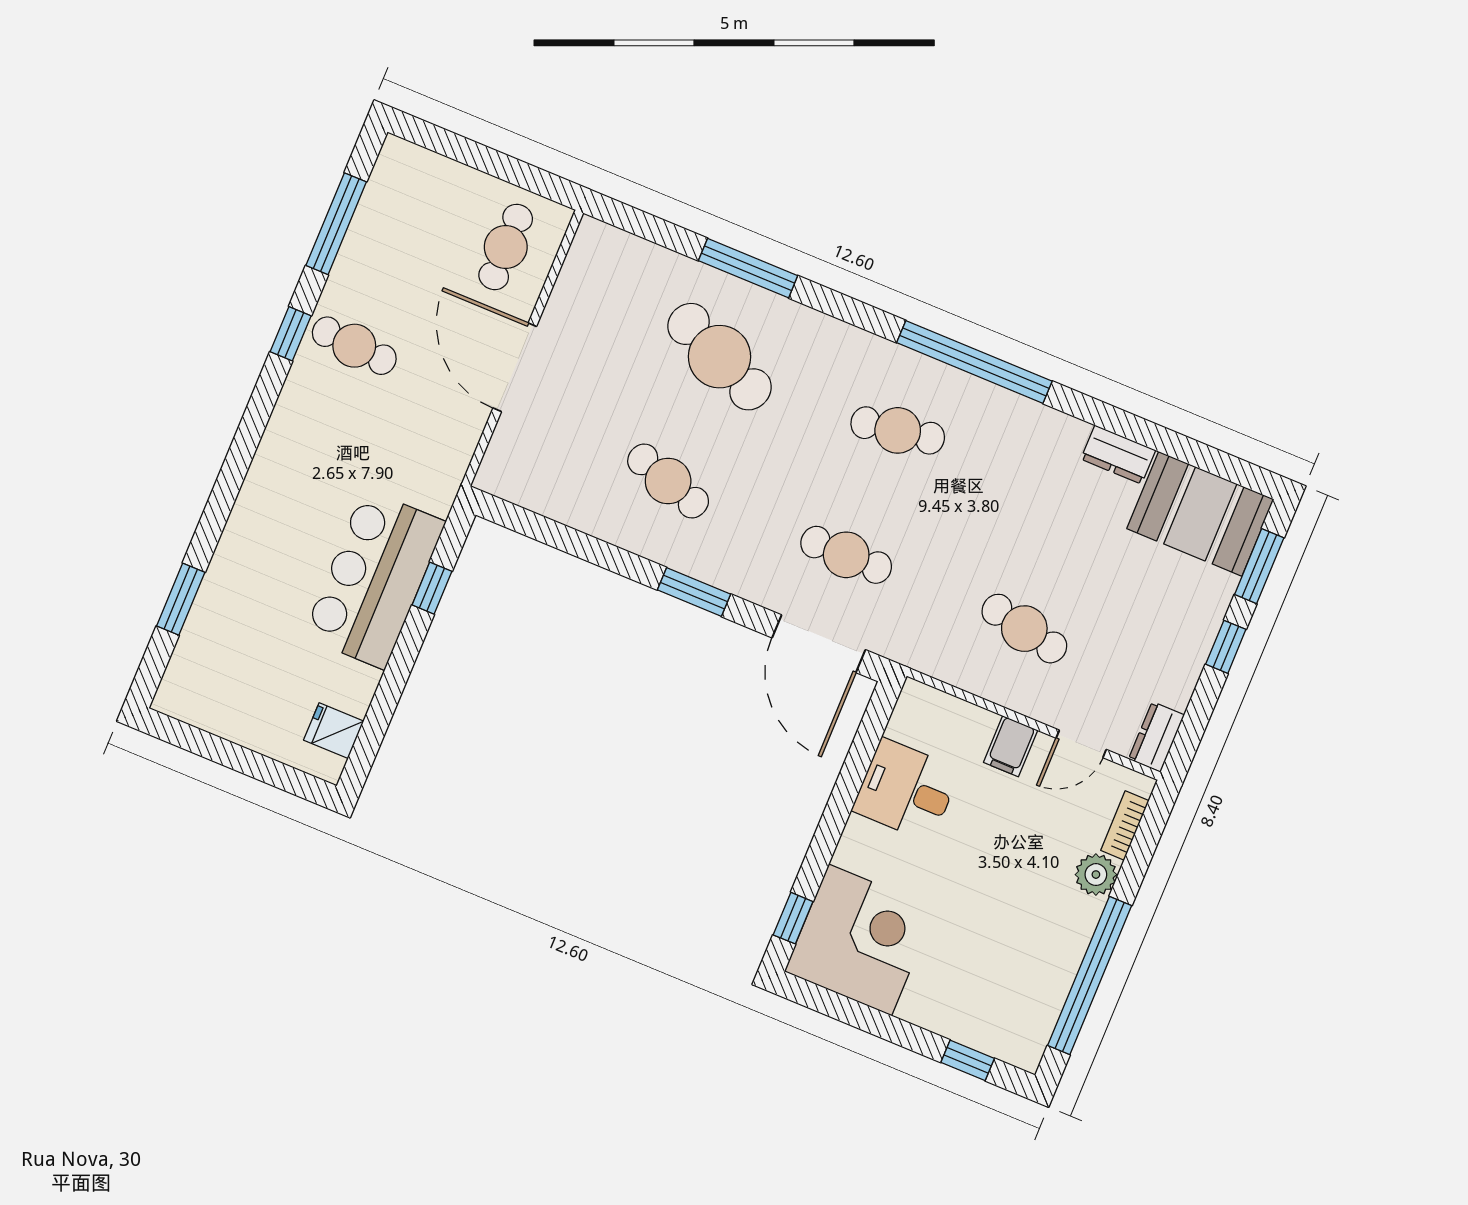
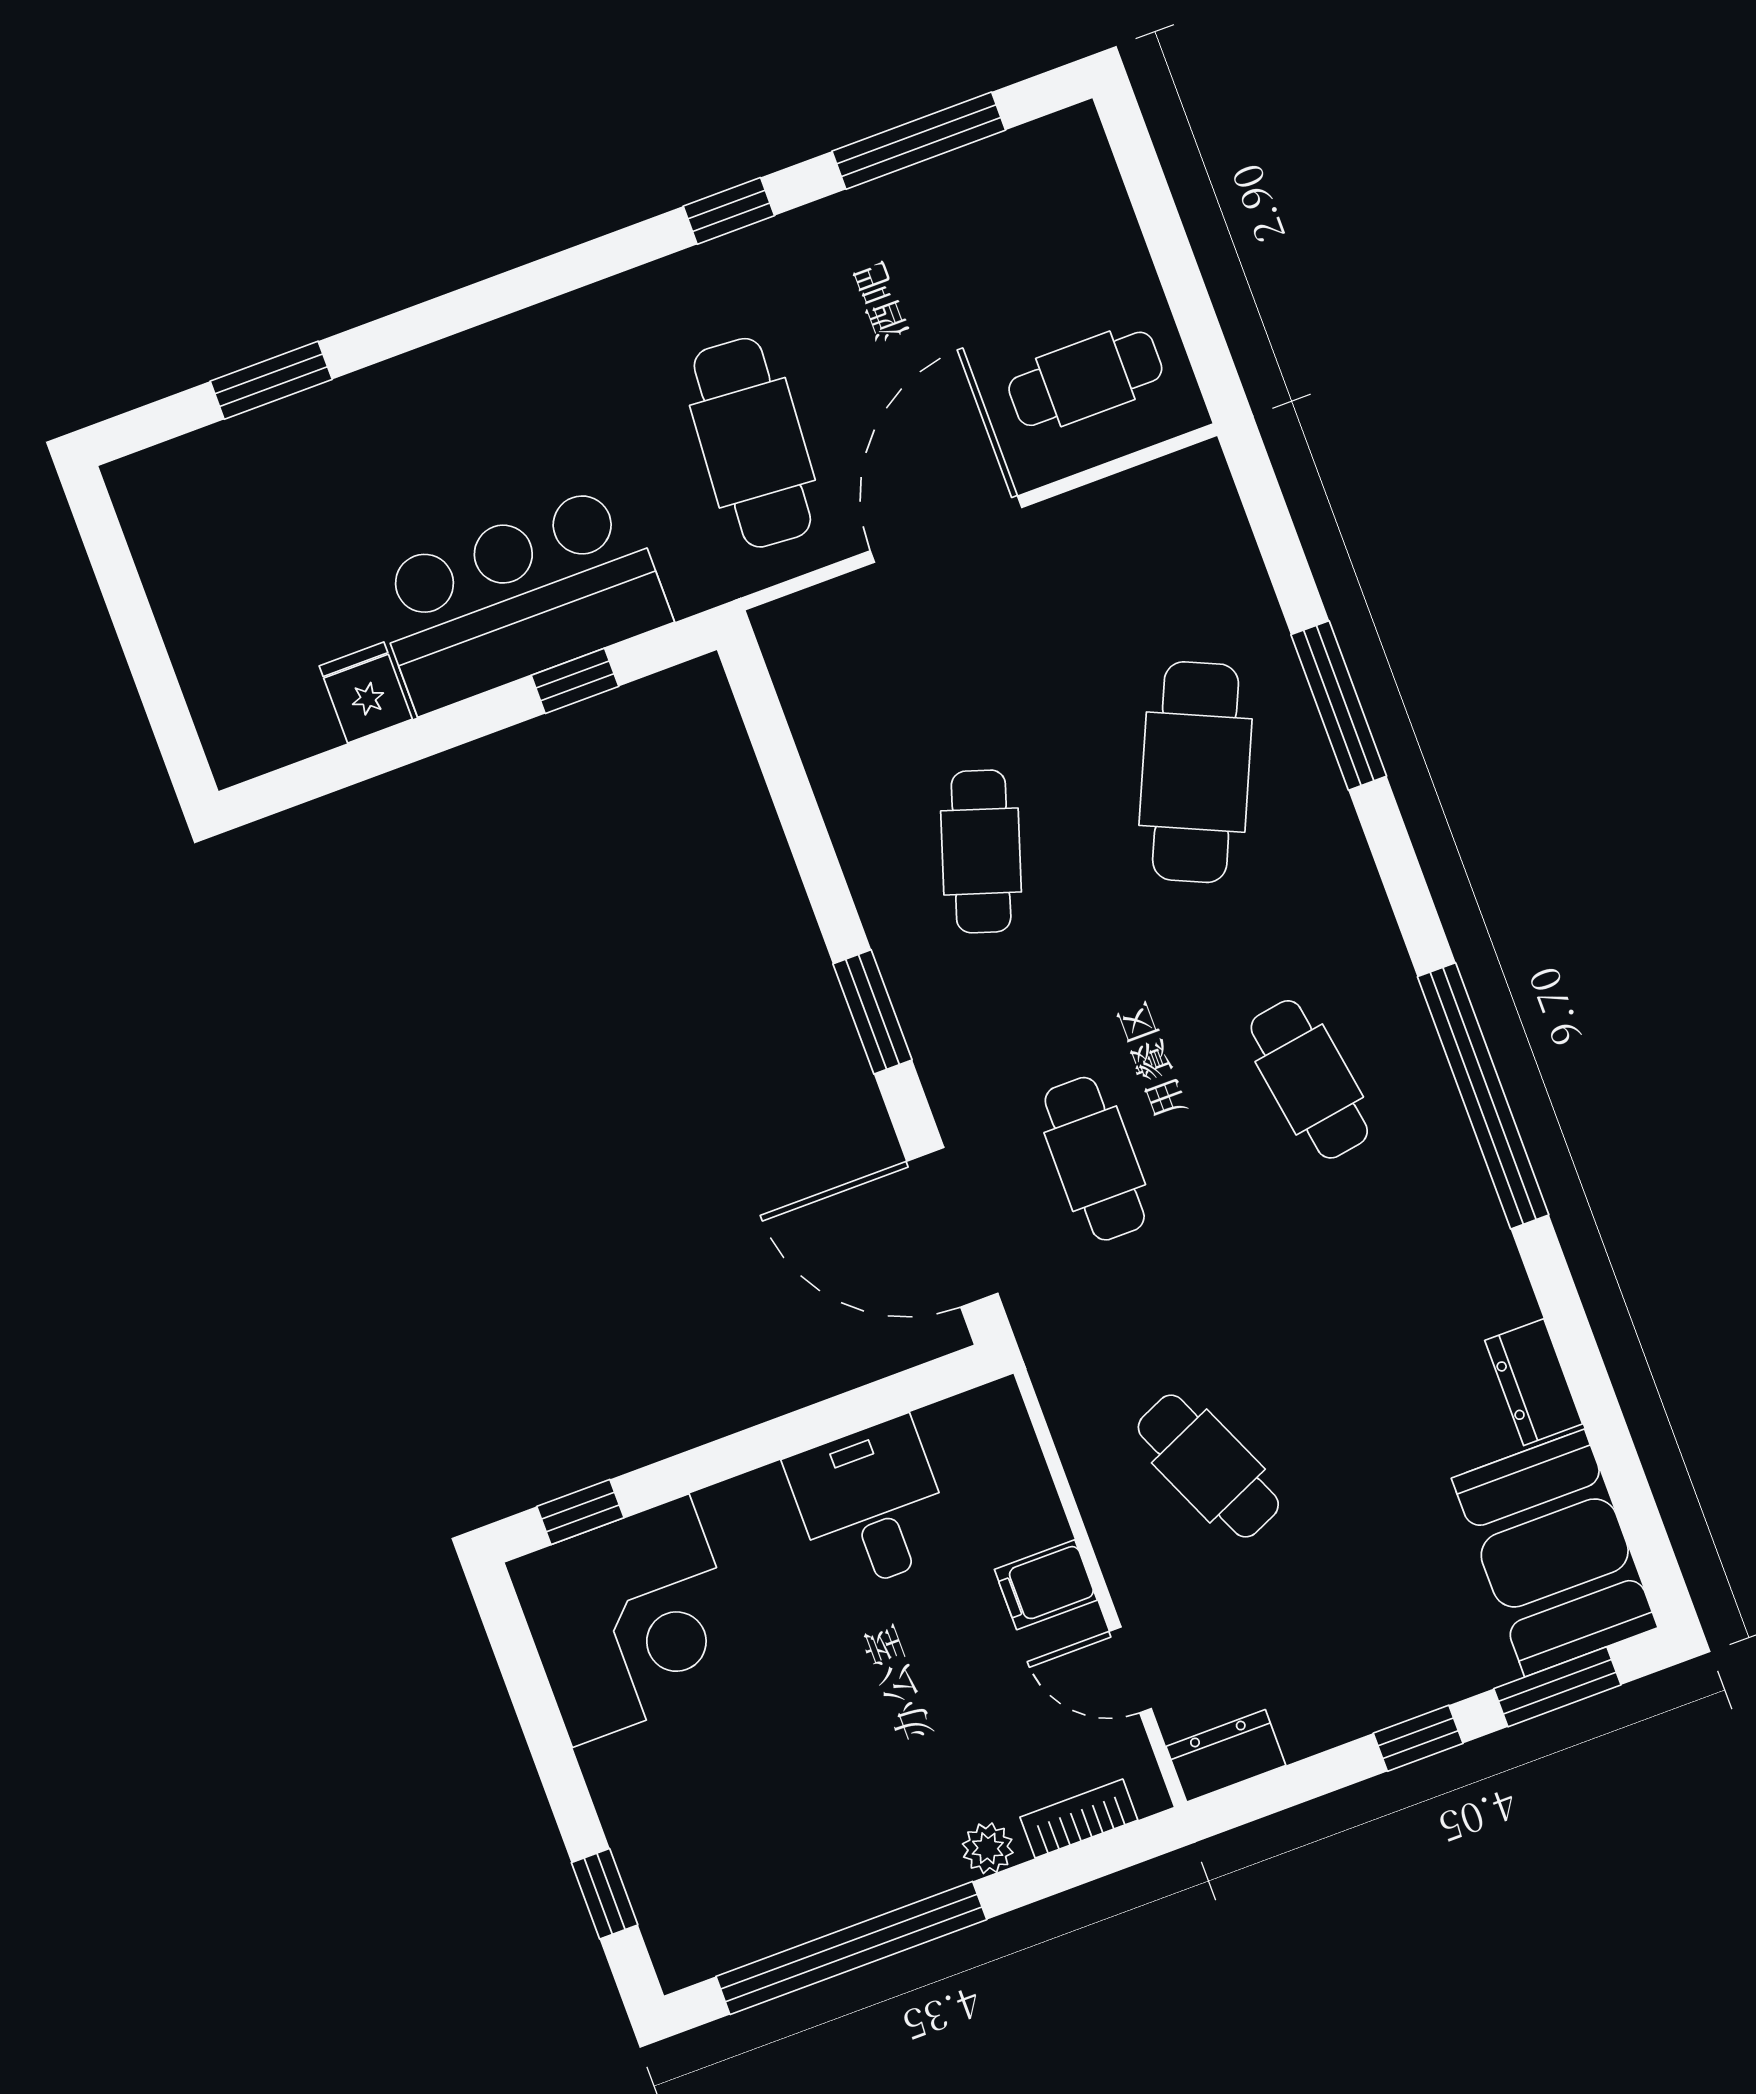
cafe table: (354, 346) -> (752, 443), moved, width x1.37, depth x1.35
cafe table: (1024, 629) -> (1208, 1466), turned -36
door: (819, 644) -> (952, 1227), hinge flipped
fridge: (334, 731) -> (366, 692), moved
plant: (1096, 875) -> (988, 1848), width x0.73, depth x0.73

